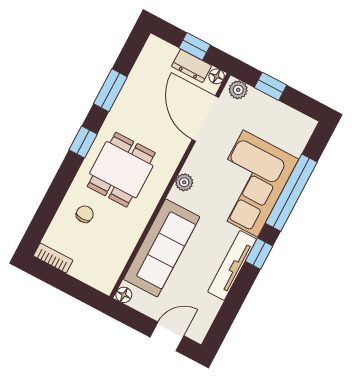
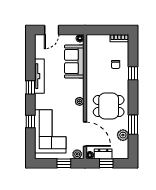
plant: (138, 81) -> (123, 135), added
window: (83, 142) -> (133, 73), moved
dining table: (121, 170) -> (109, 106), moved, turned 90
corner sofa: (250, 184) -> (50, 131), moved
window: (291, 193) -> (30, 122), width x0.32
sofa: (162, 248) -> (74, 61), width x0.73

